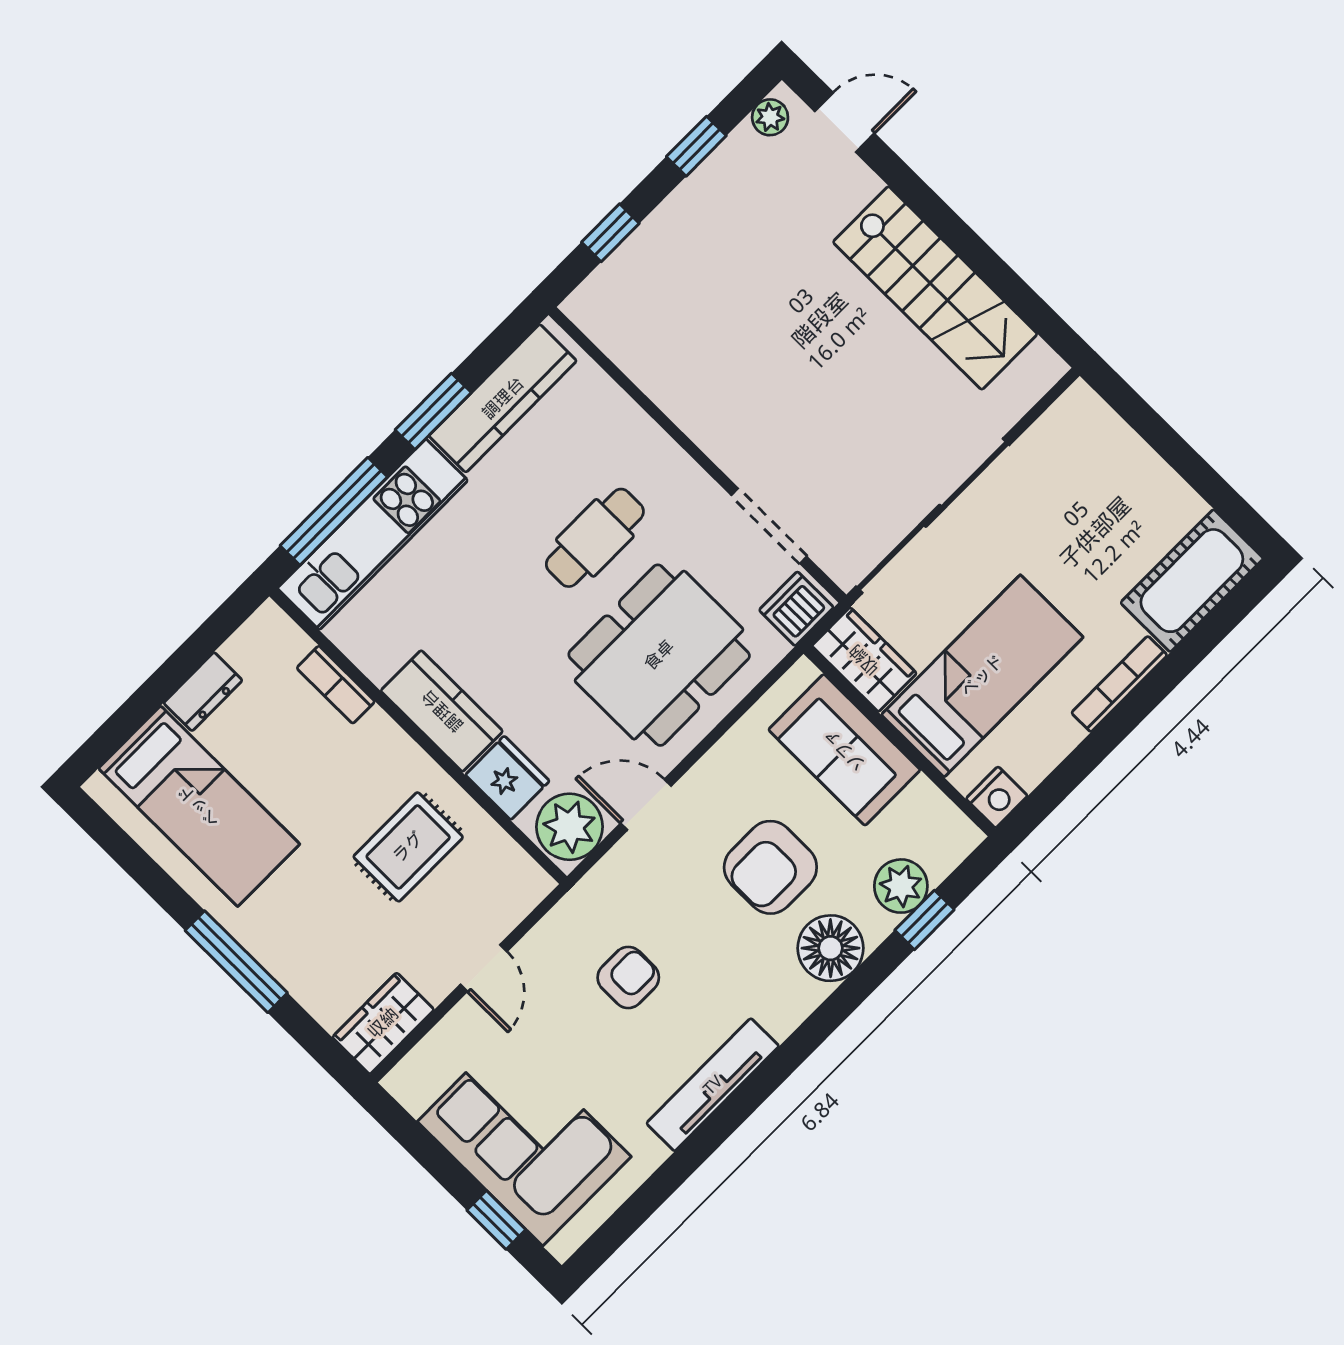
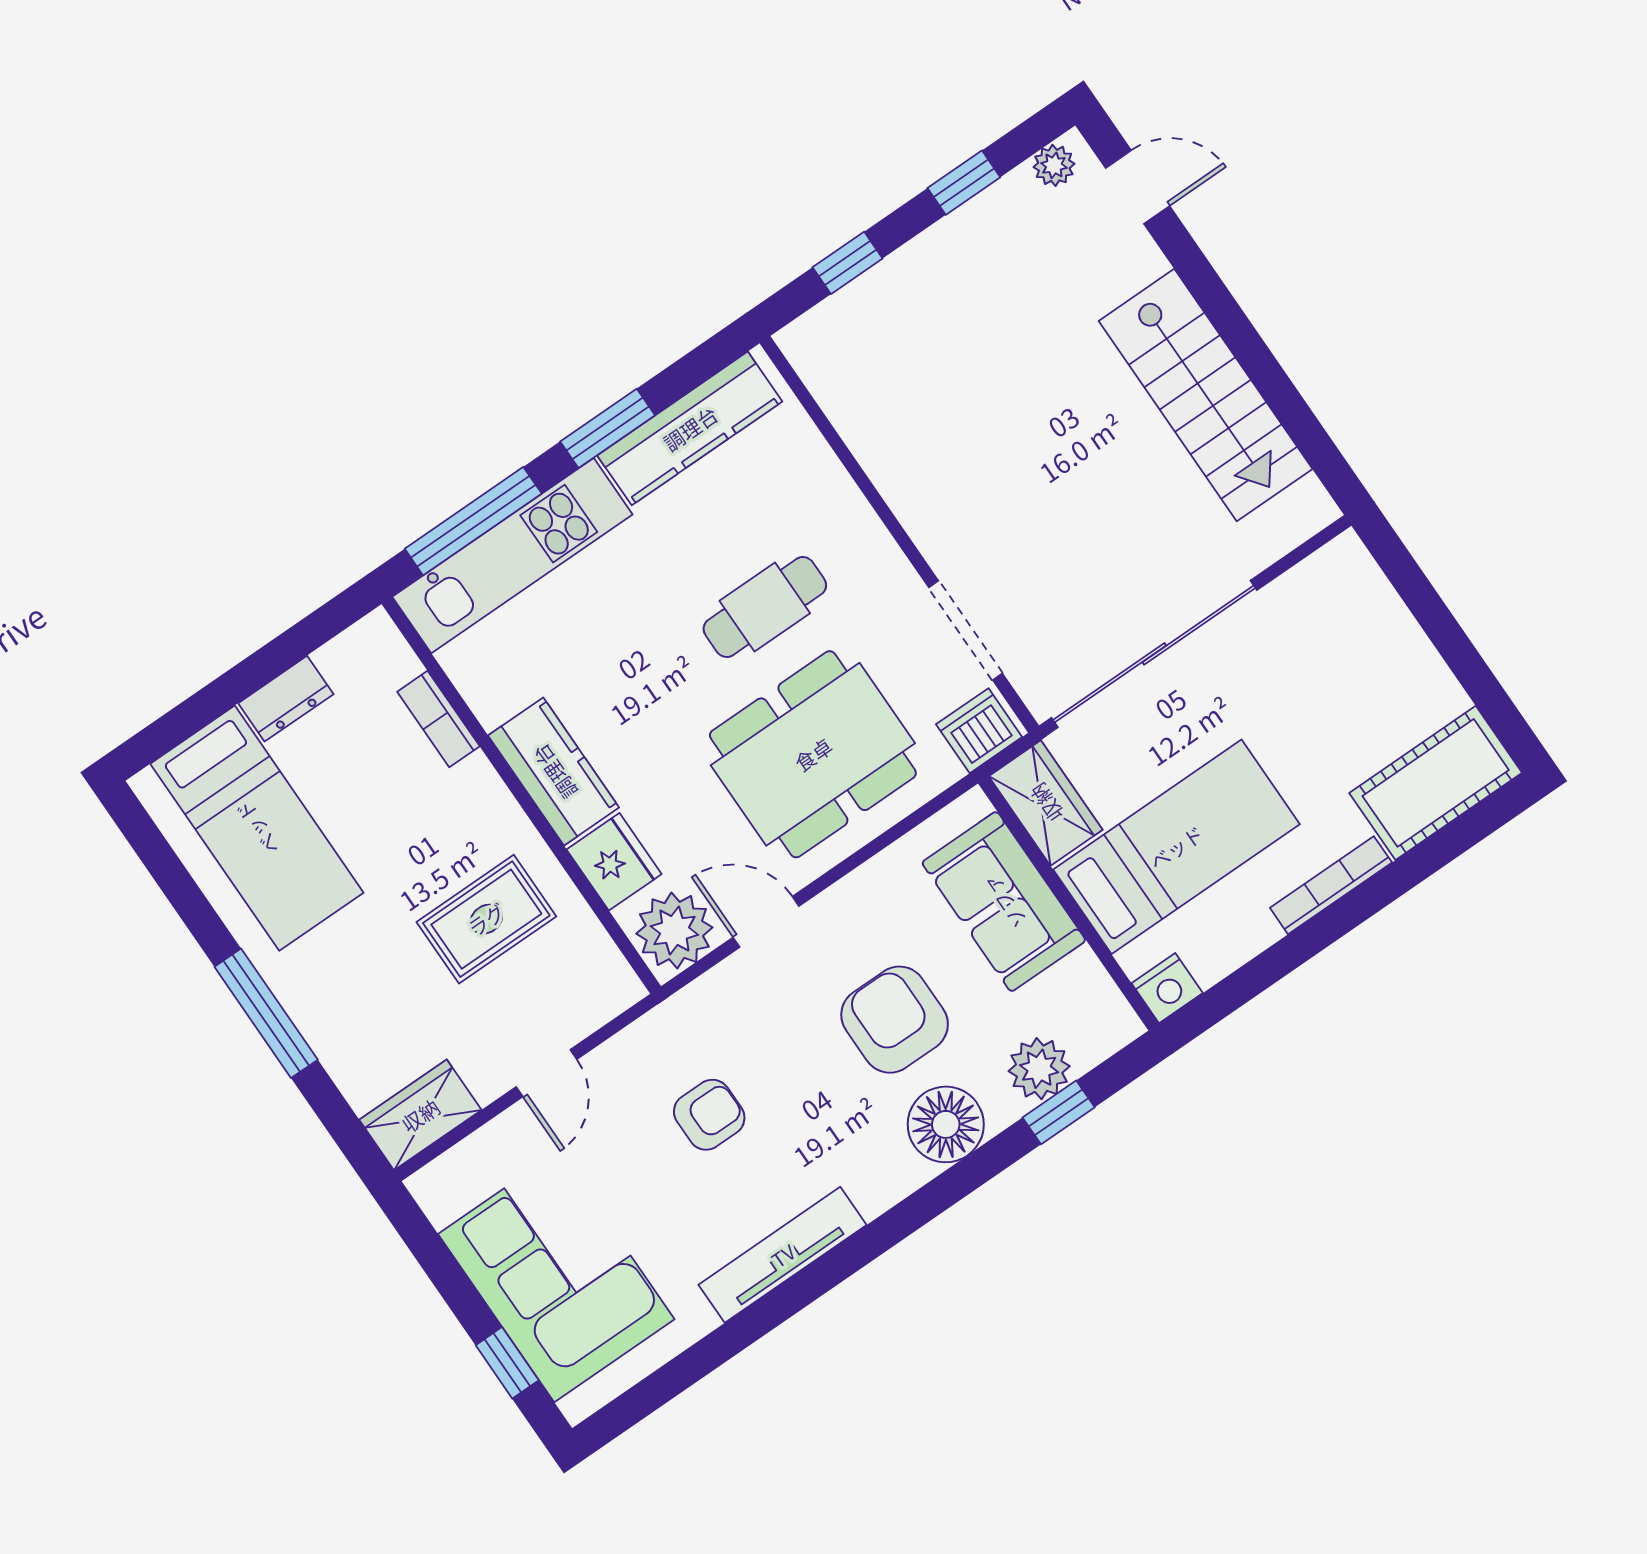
armchair: (770, 867) -> (895, 1020), turned 90

